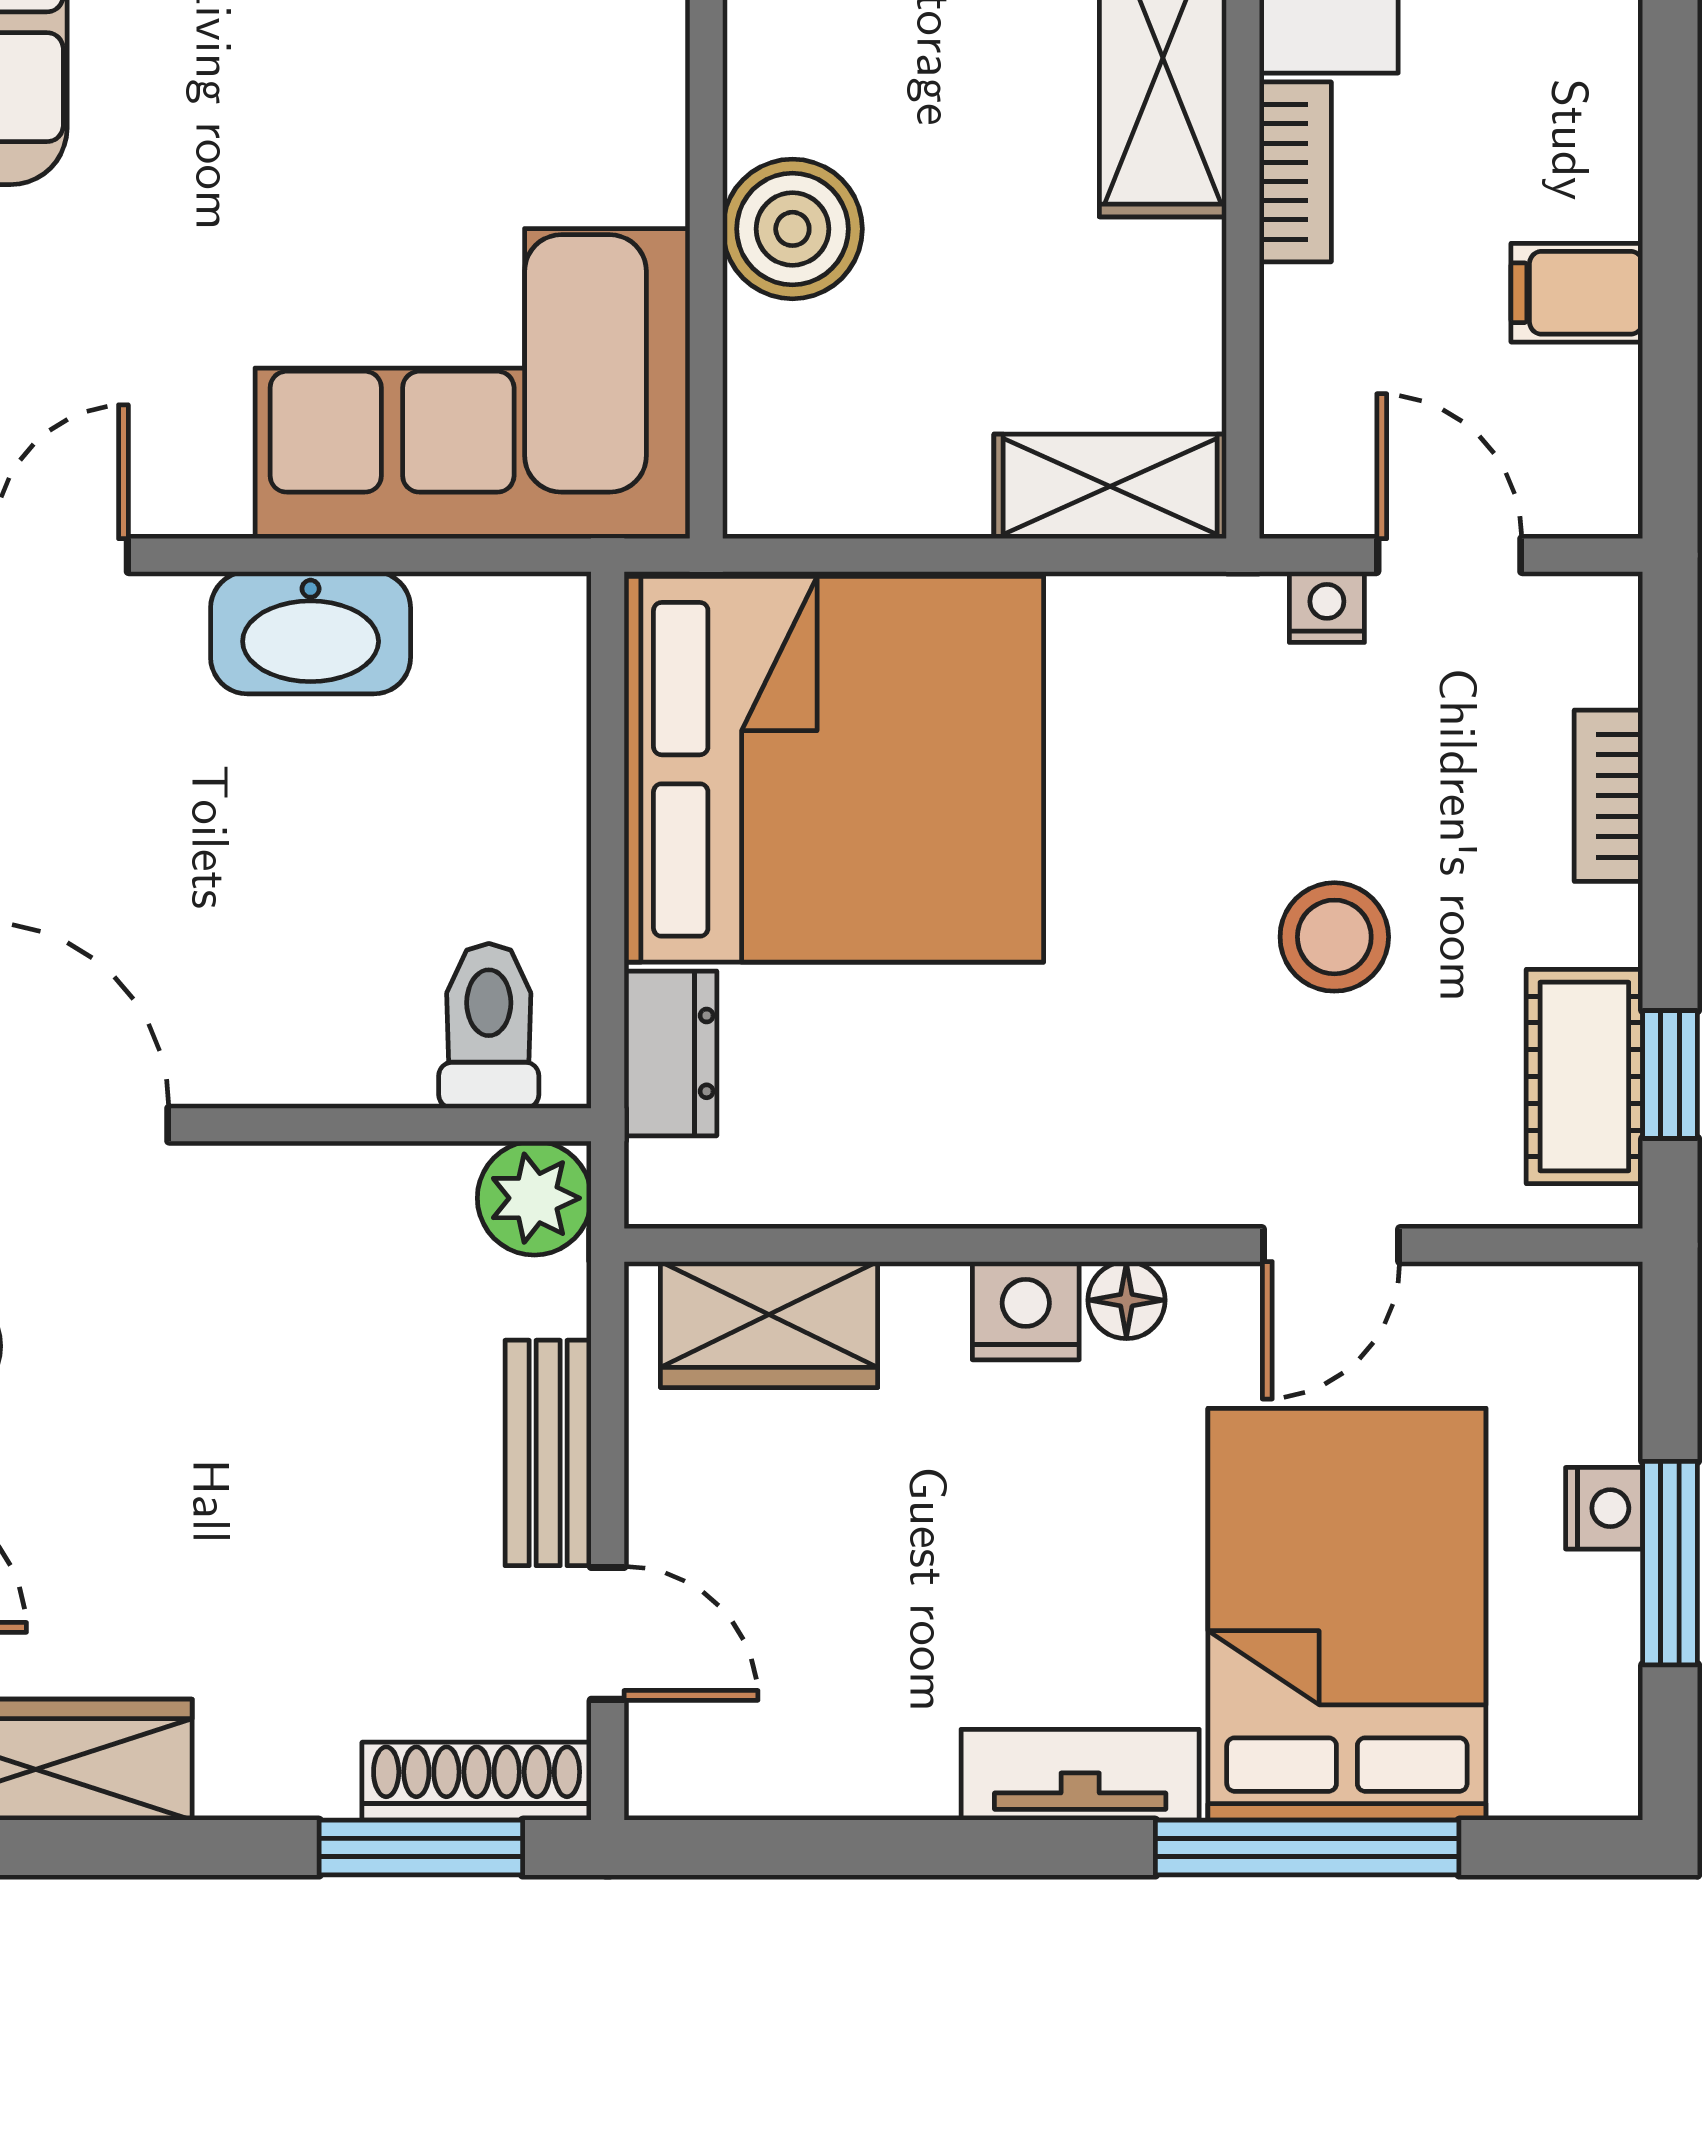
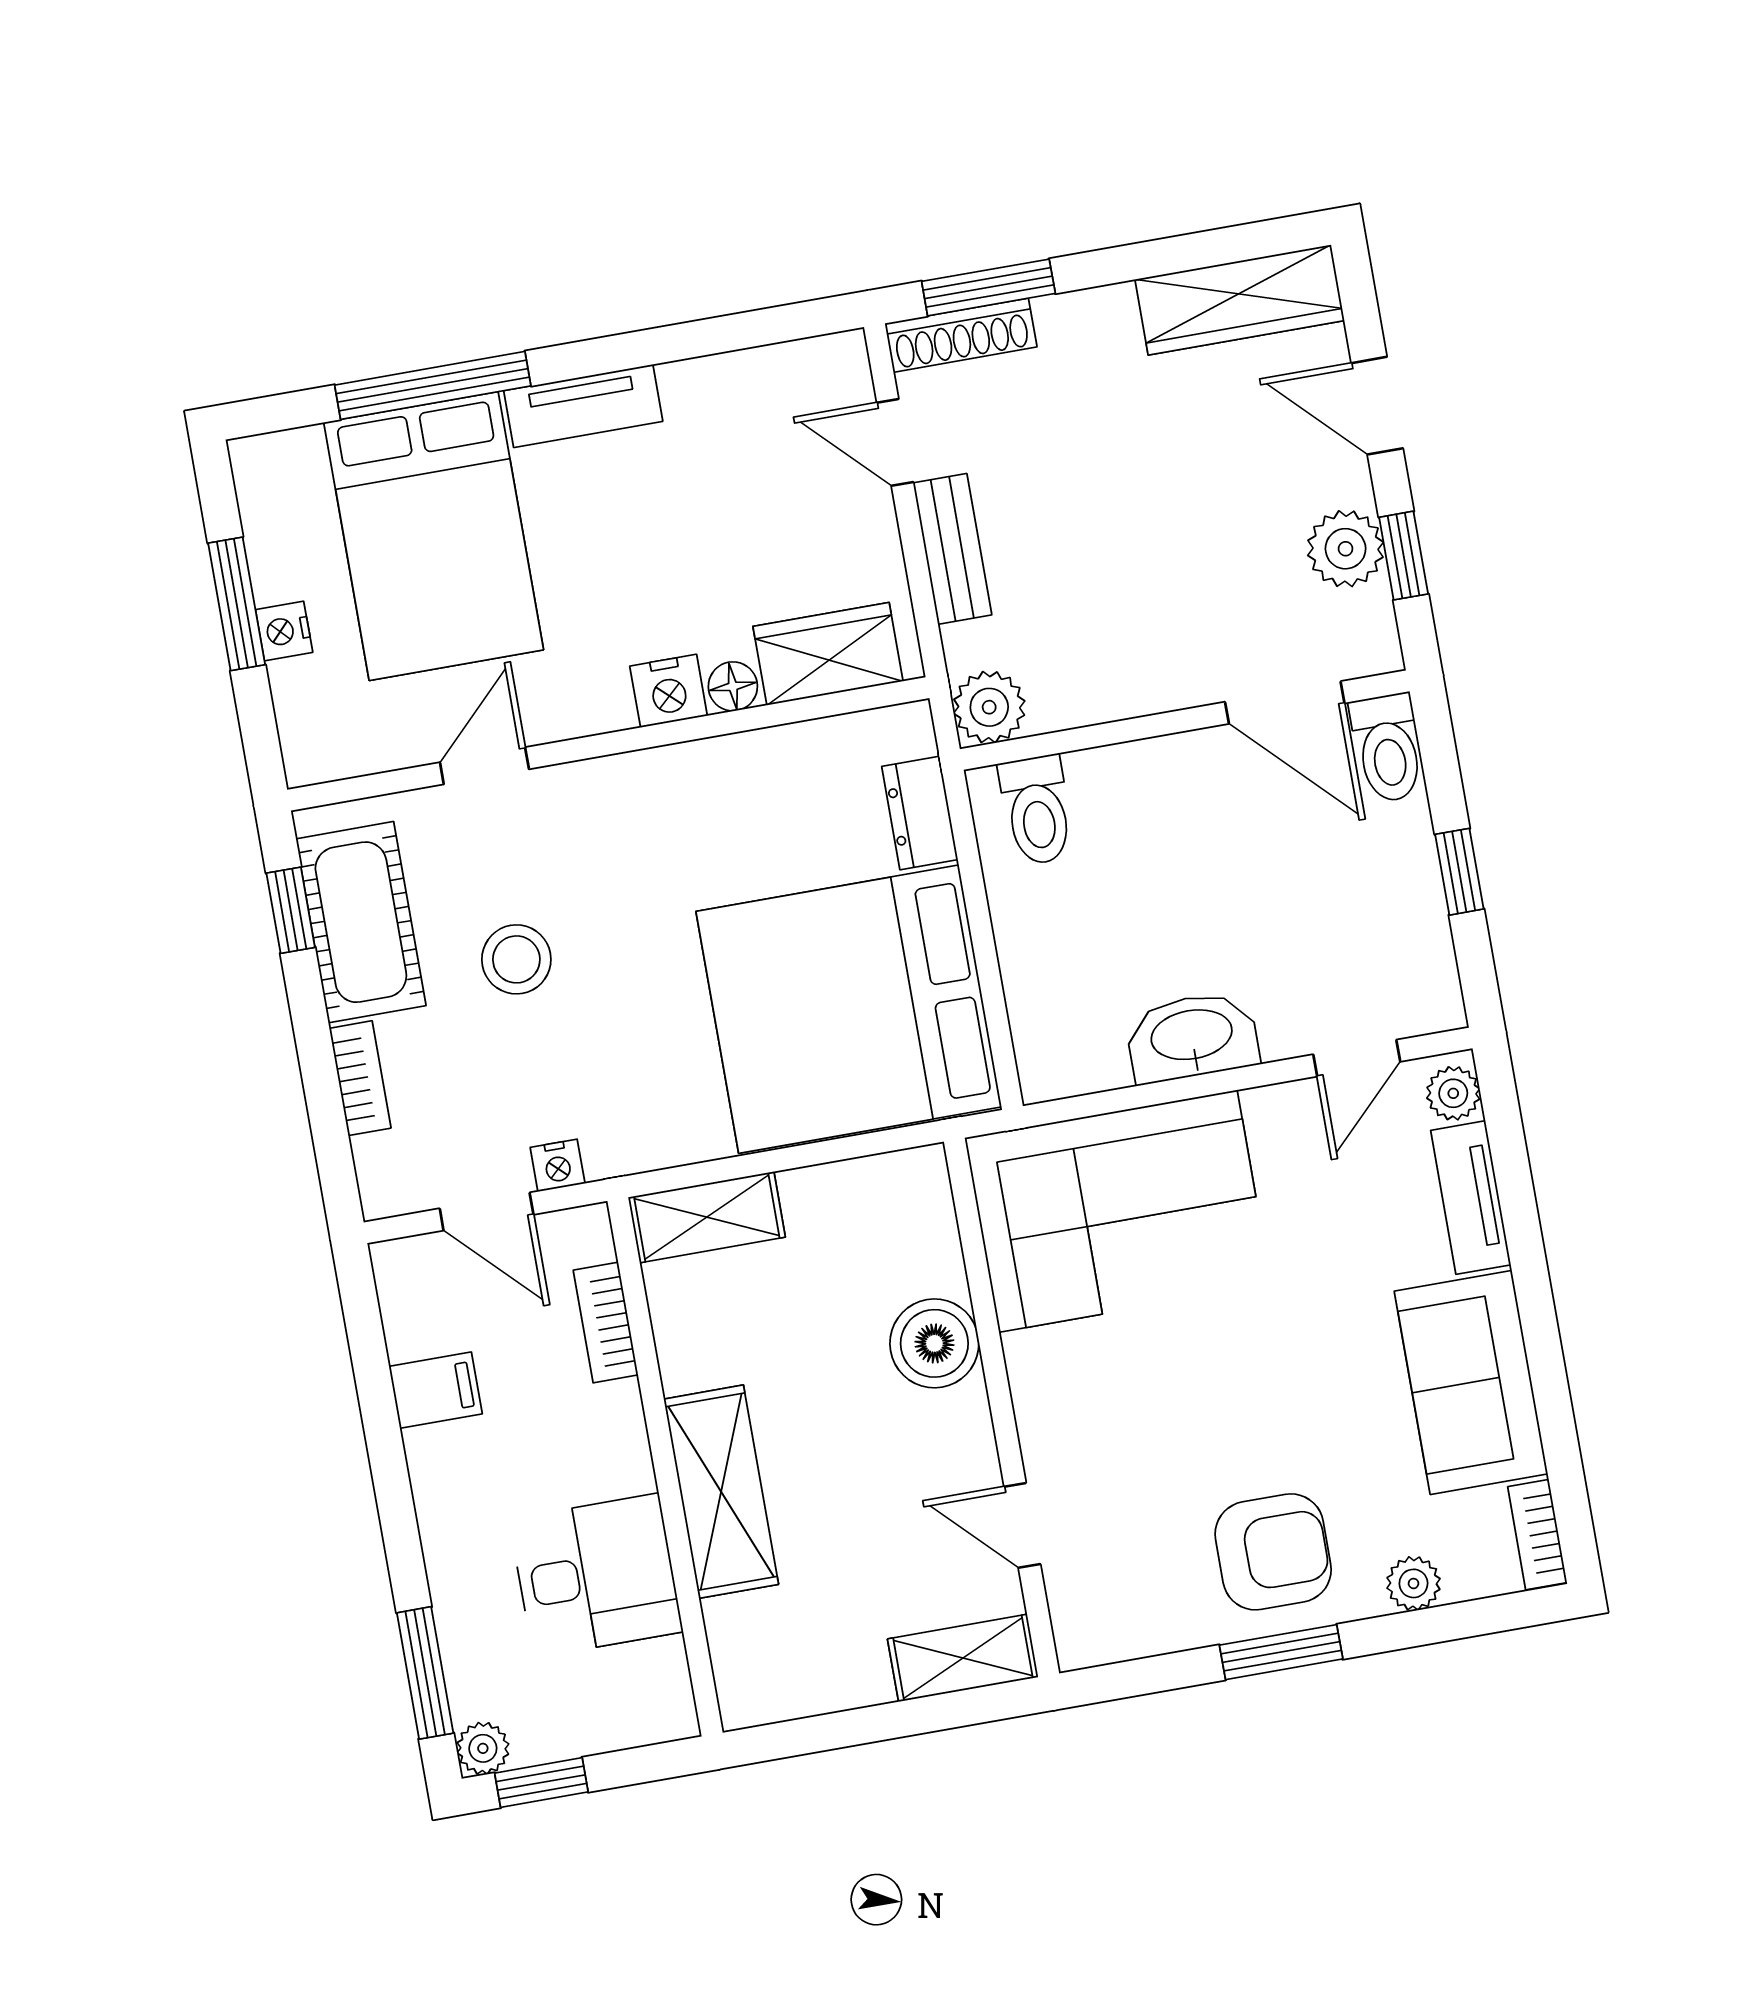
bookcase: (1295, 172) -> (606, 1323), moved
cot: (1584, 1077) -> (361, 922), width x1.37, depth x1.34
floor lamp: (1126, 1300) -> (733, 686), moved

